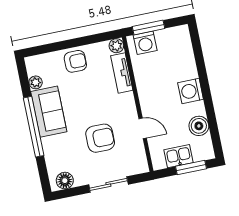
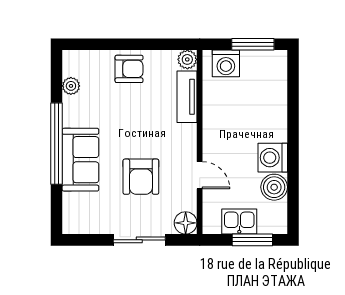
window: (149, 28) -> (253, 44), moved
washing machine: (191, 91) -> (273, 158), moved
sofa: (49, 112) -> (80, 160), moved
armchair: (100, 138) -> (141, 177), turned 90
floor lamp: (65, 181) -> (186, 223), moved

